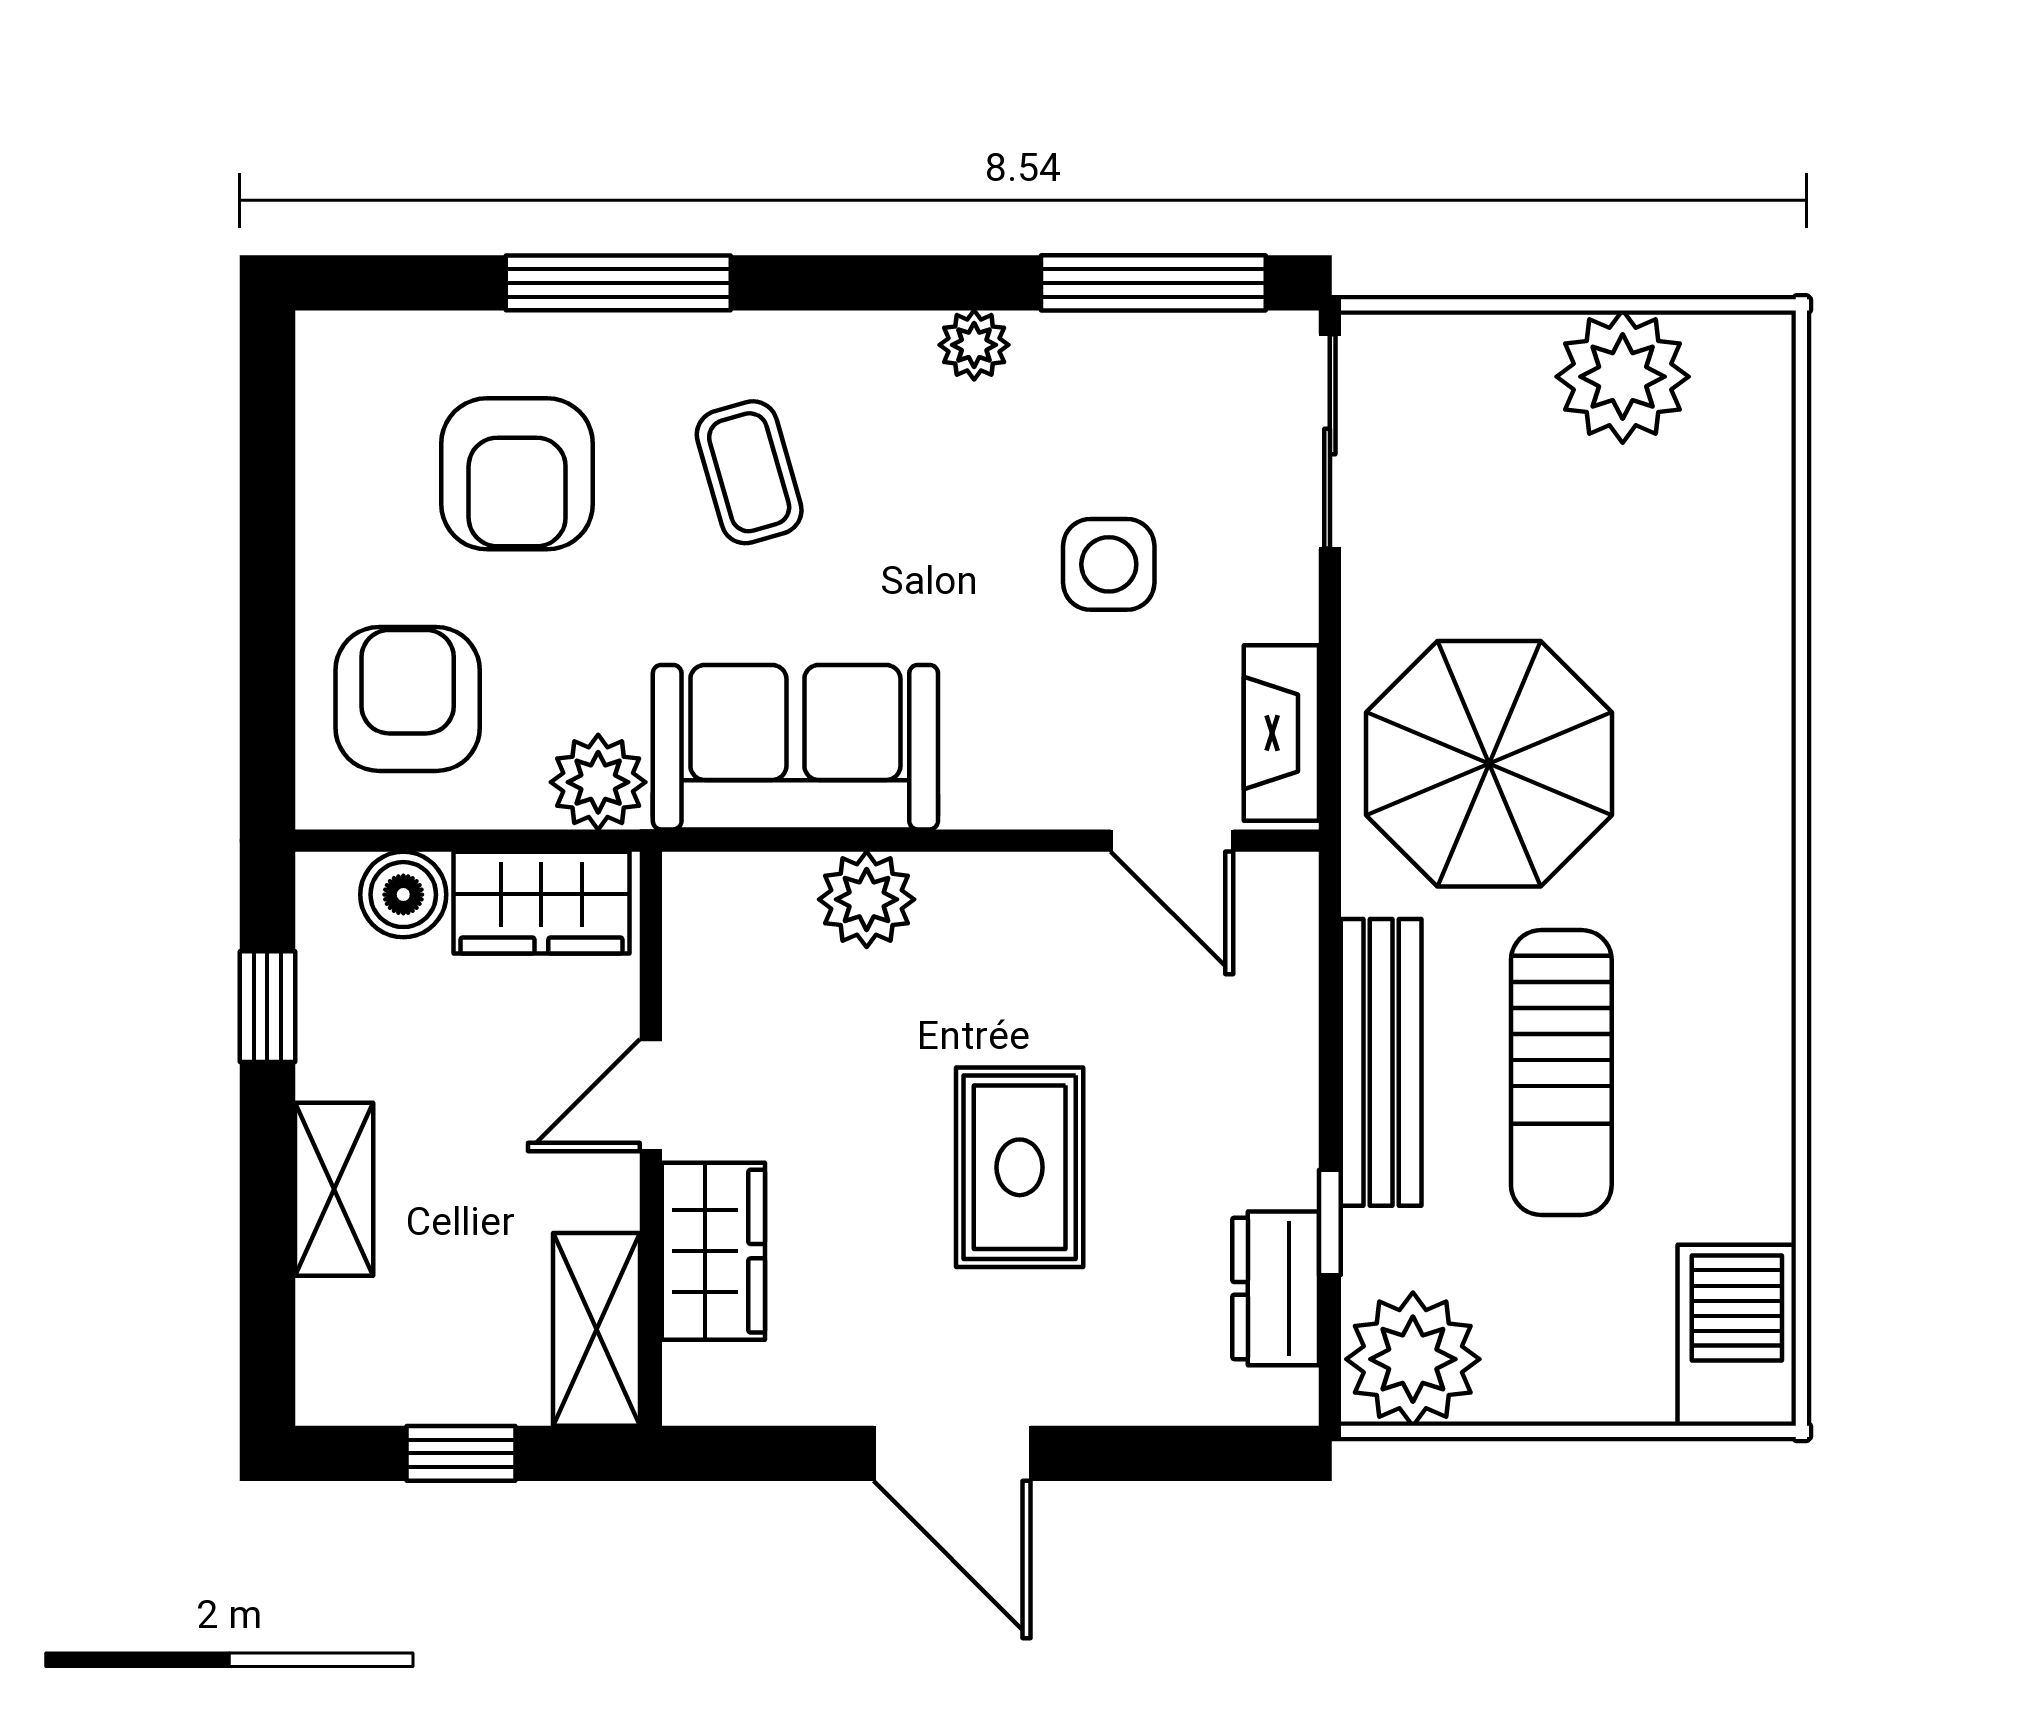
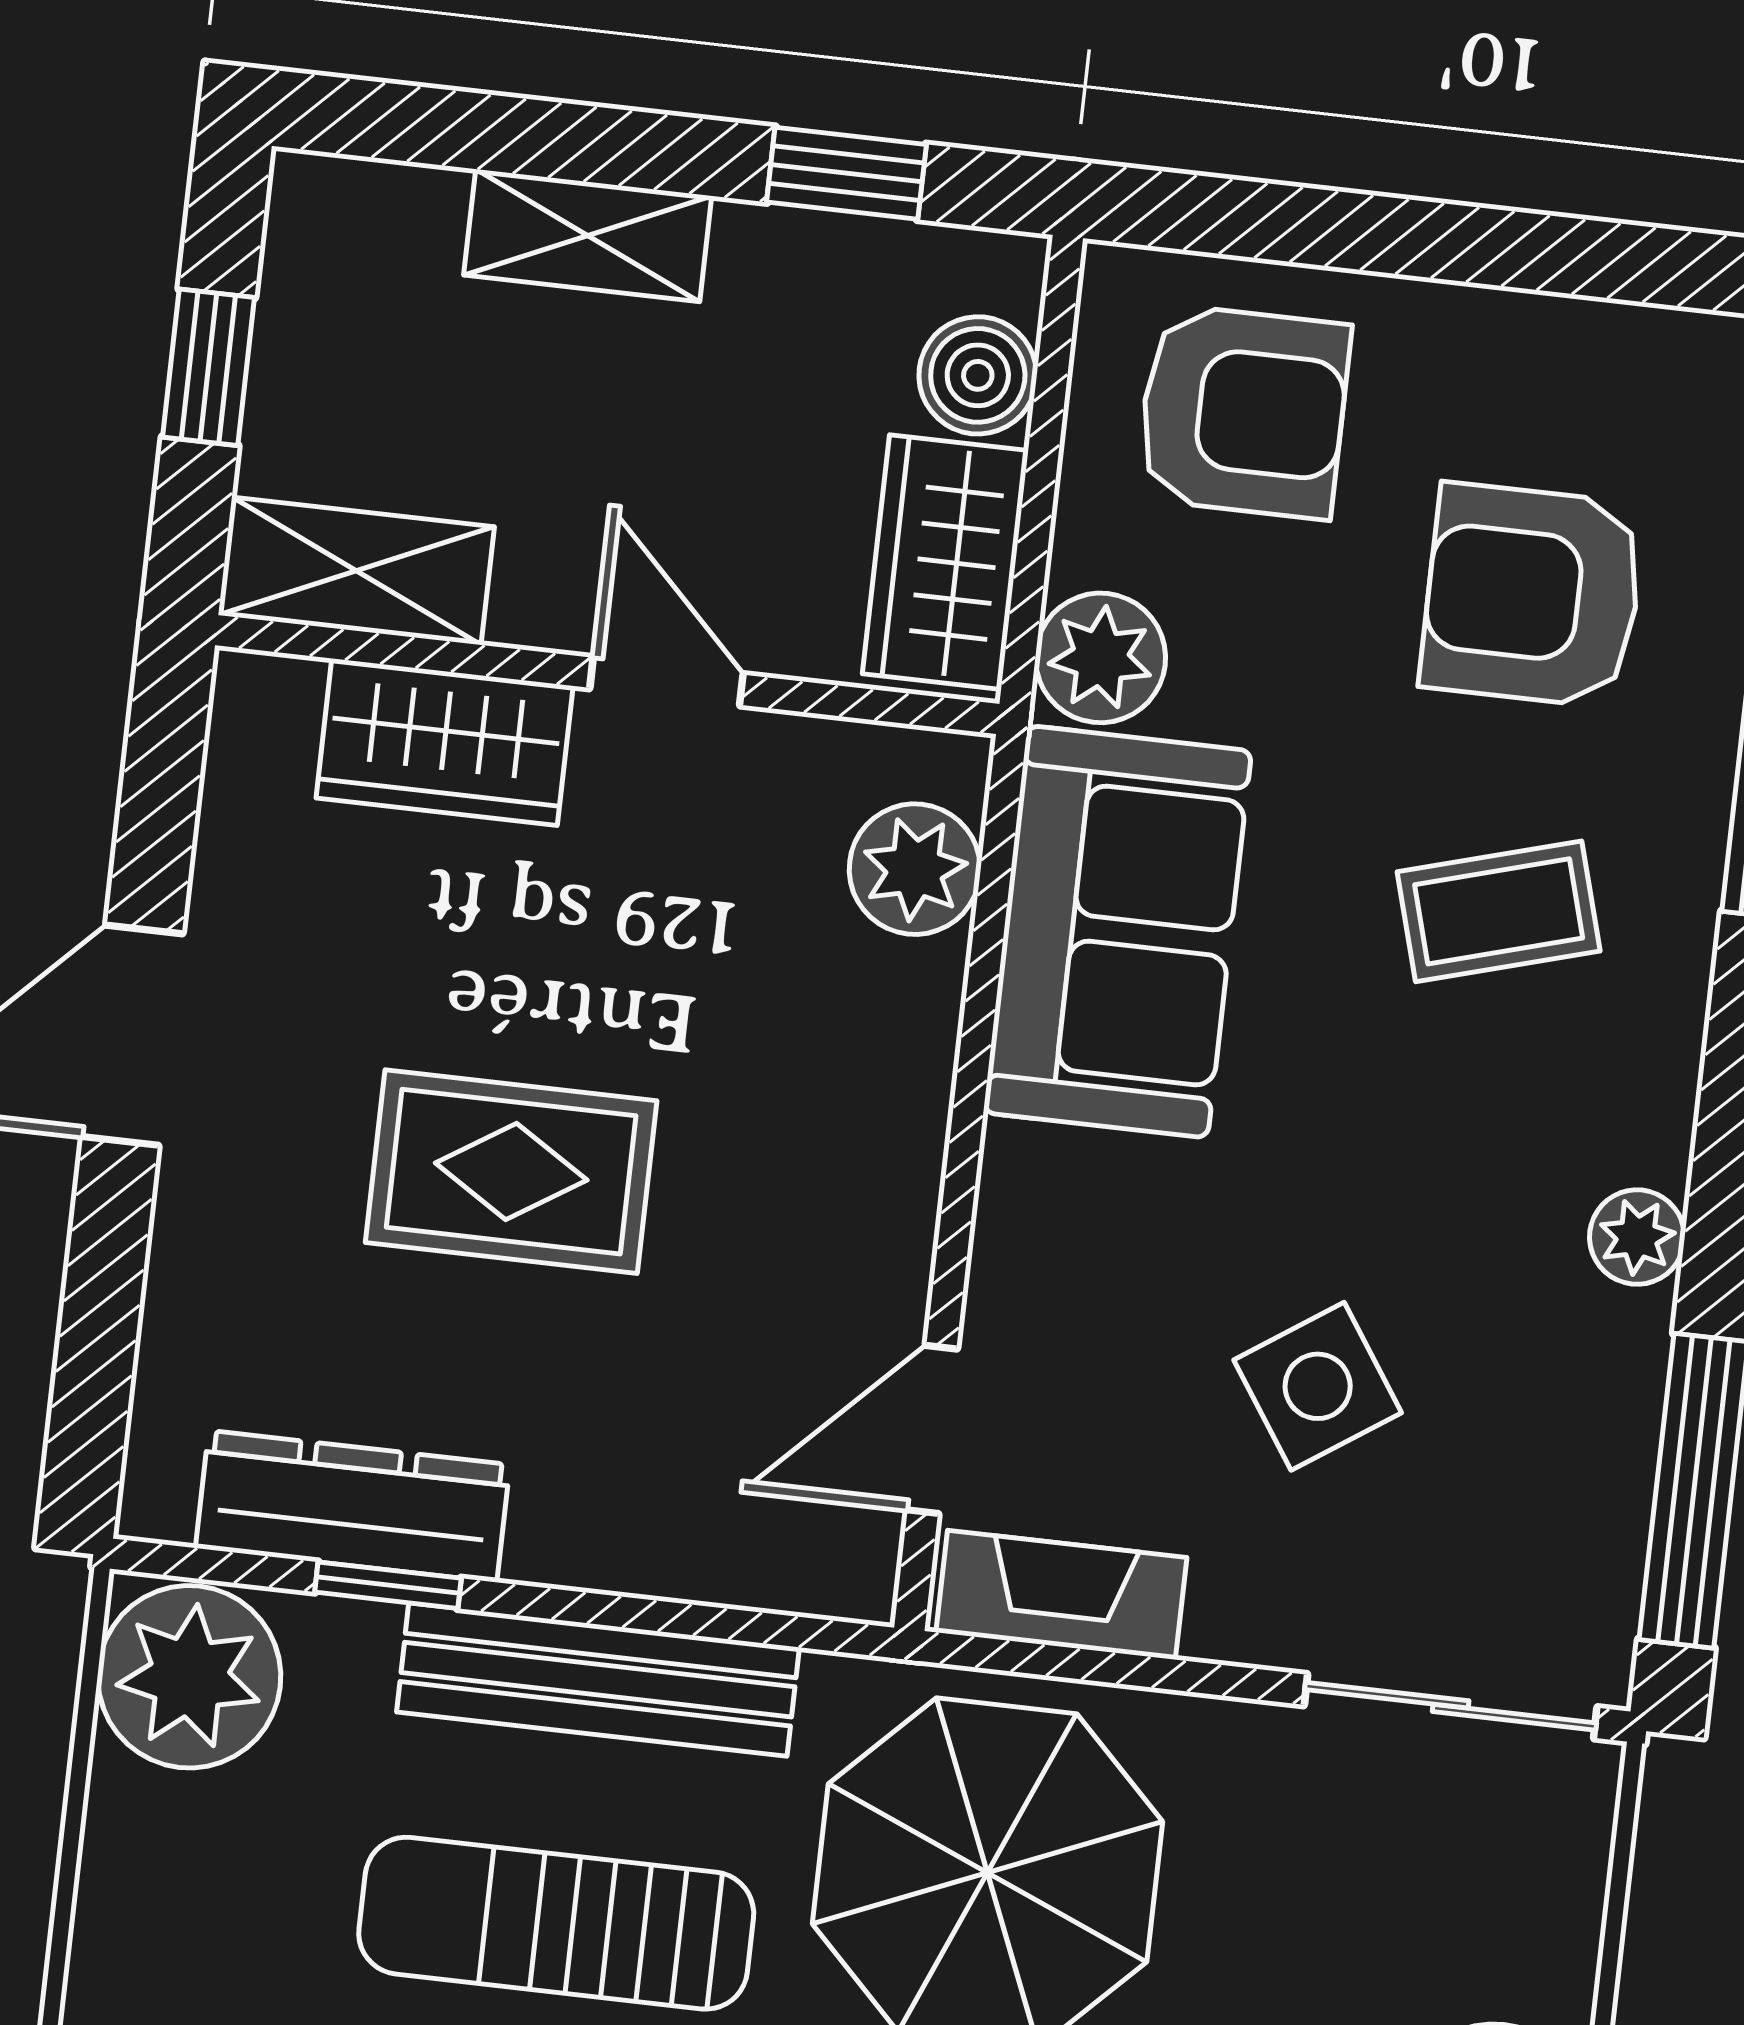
side table: (1109, 564) -> (1318, 1386), turned -34
plant: (867, 899) -> (915, 869), moved
dresser: (1276, 1288) -> (353, 1506), width x1.44

